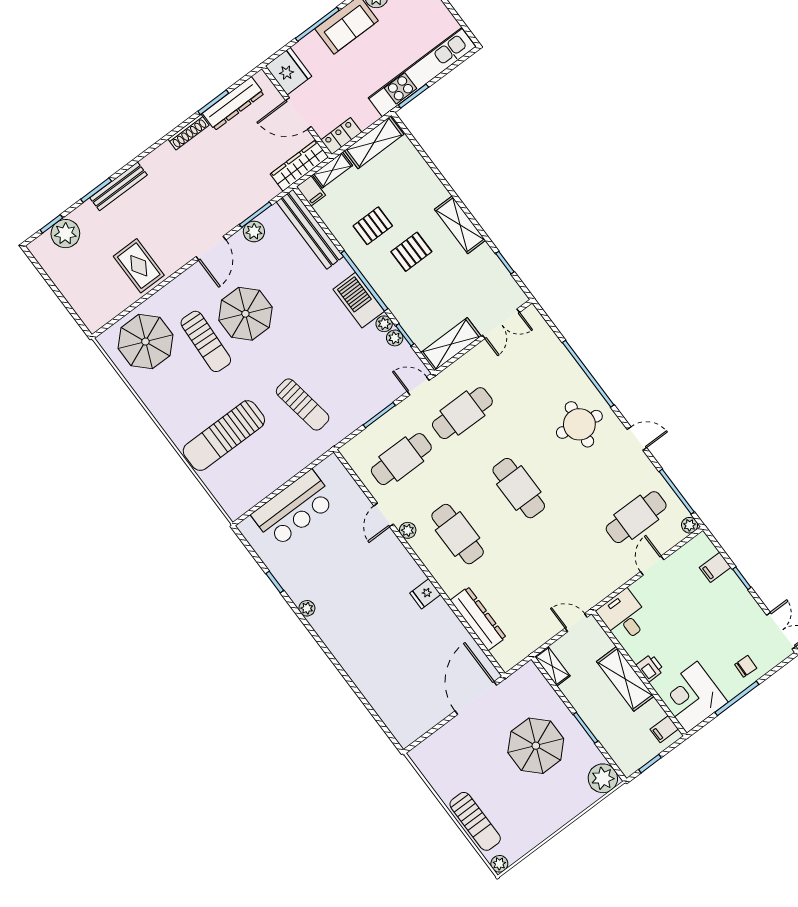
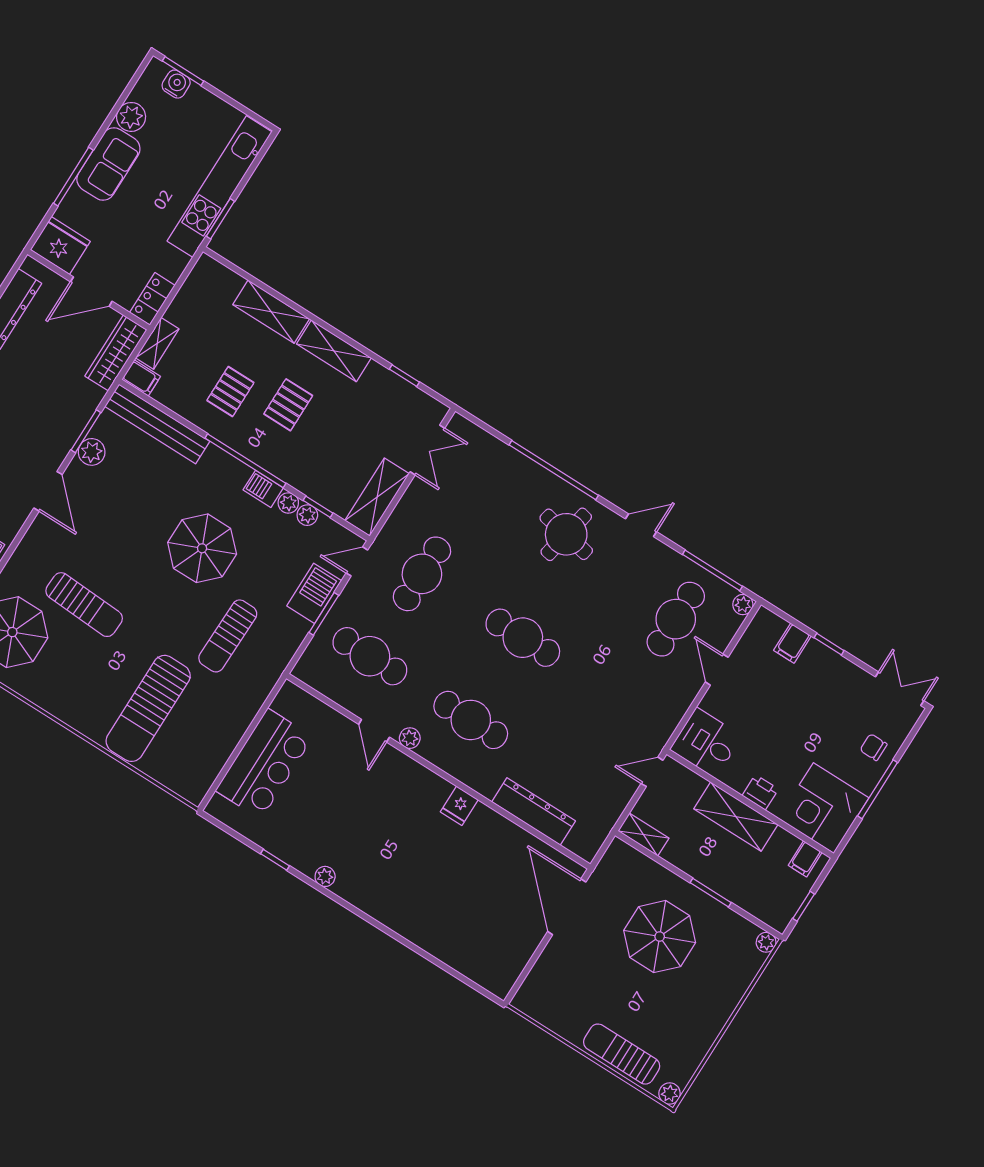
shelving: (374, 142) -> (271, 312), moved, turned 90
barbecue: (359, 300) -> (263, 489), width x0.53, depth x0.65
parasol: (245, 314) -> (202, 548), moved
barbecue: (378, 397) -> (314, 593), added
sun lounger: (303, 405) -> (228, 636), turned 100
cafe table: (401, 459) -> (370, 656), turned 90
chair: (746, 666) -> (873, 747), turned -92
plant: (603, 778) -> (766, 942), width x0.53, depth x0.53
sun lounger: (475, 821) -> (622, 1054), turned 180

